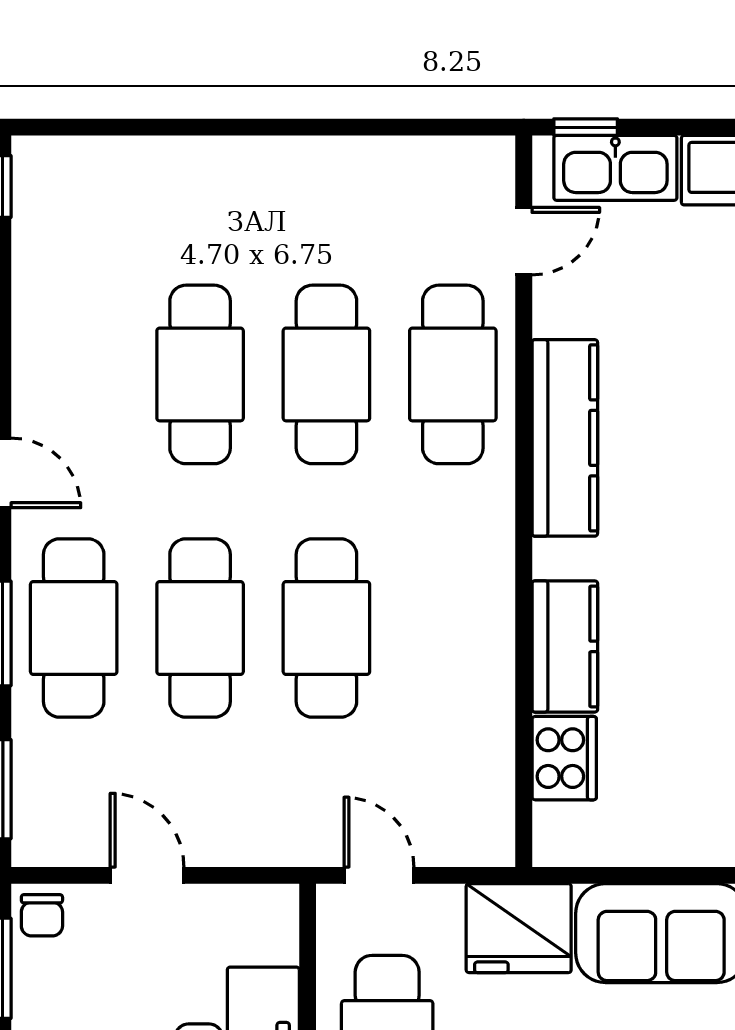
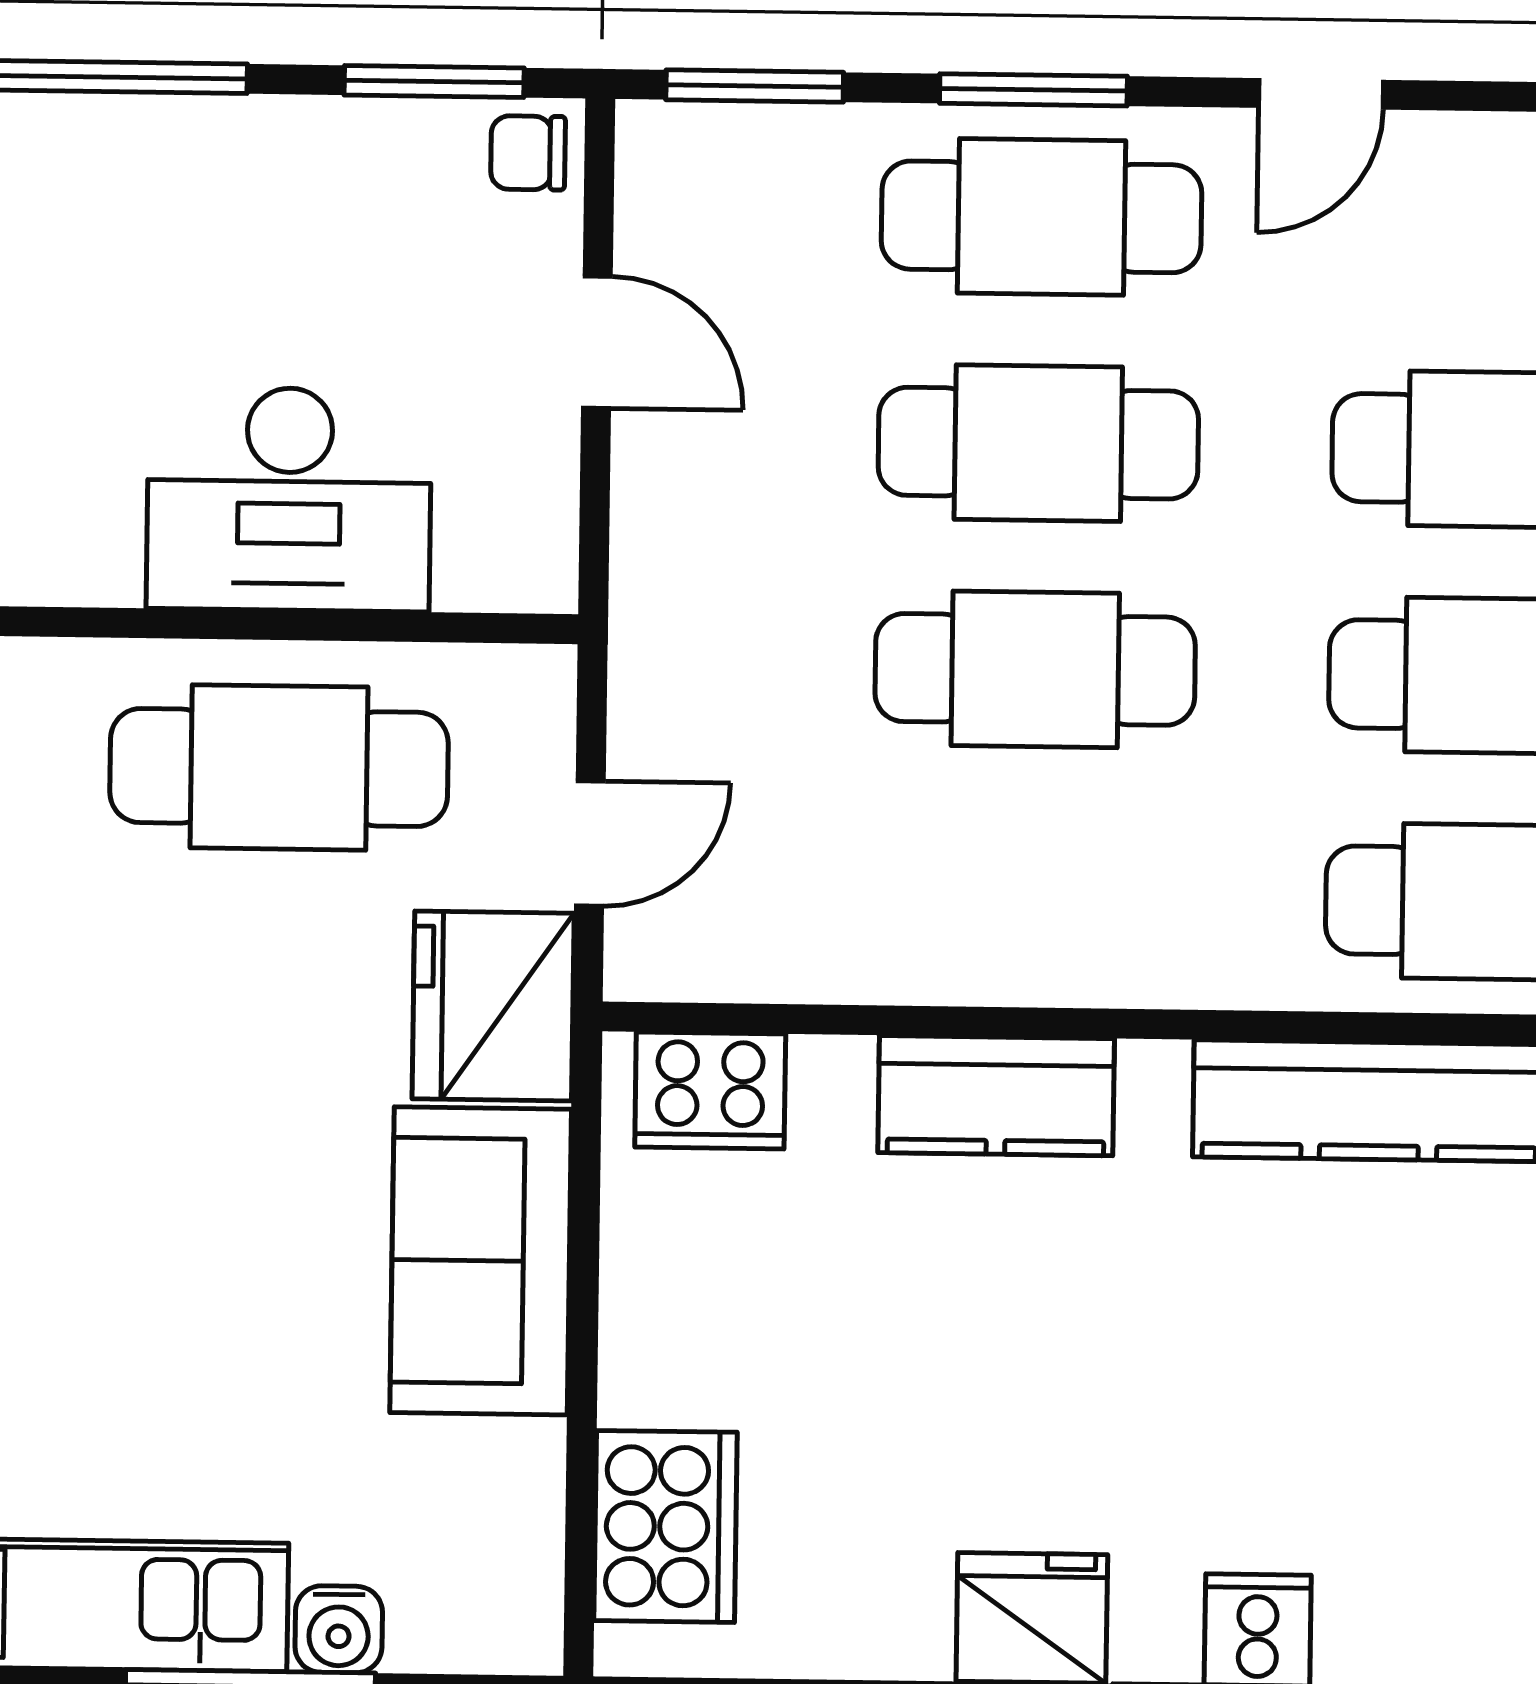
cooker: (564, 758) -> (710, 1091), moved
door: (147, 875) -> (597, 342), hinge flipped
door: (379, 875) -> (590, 843), moved

